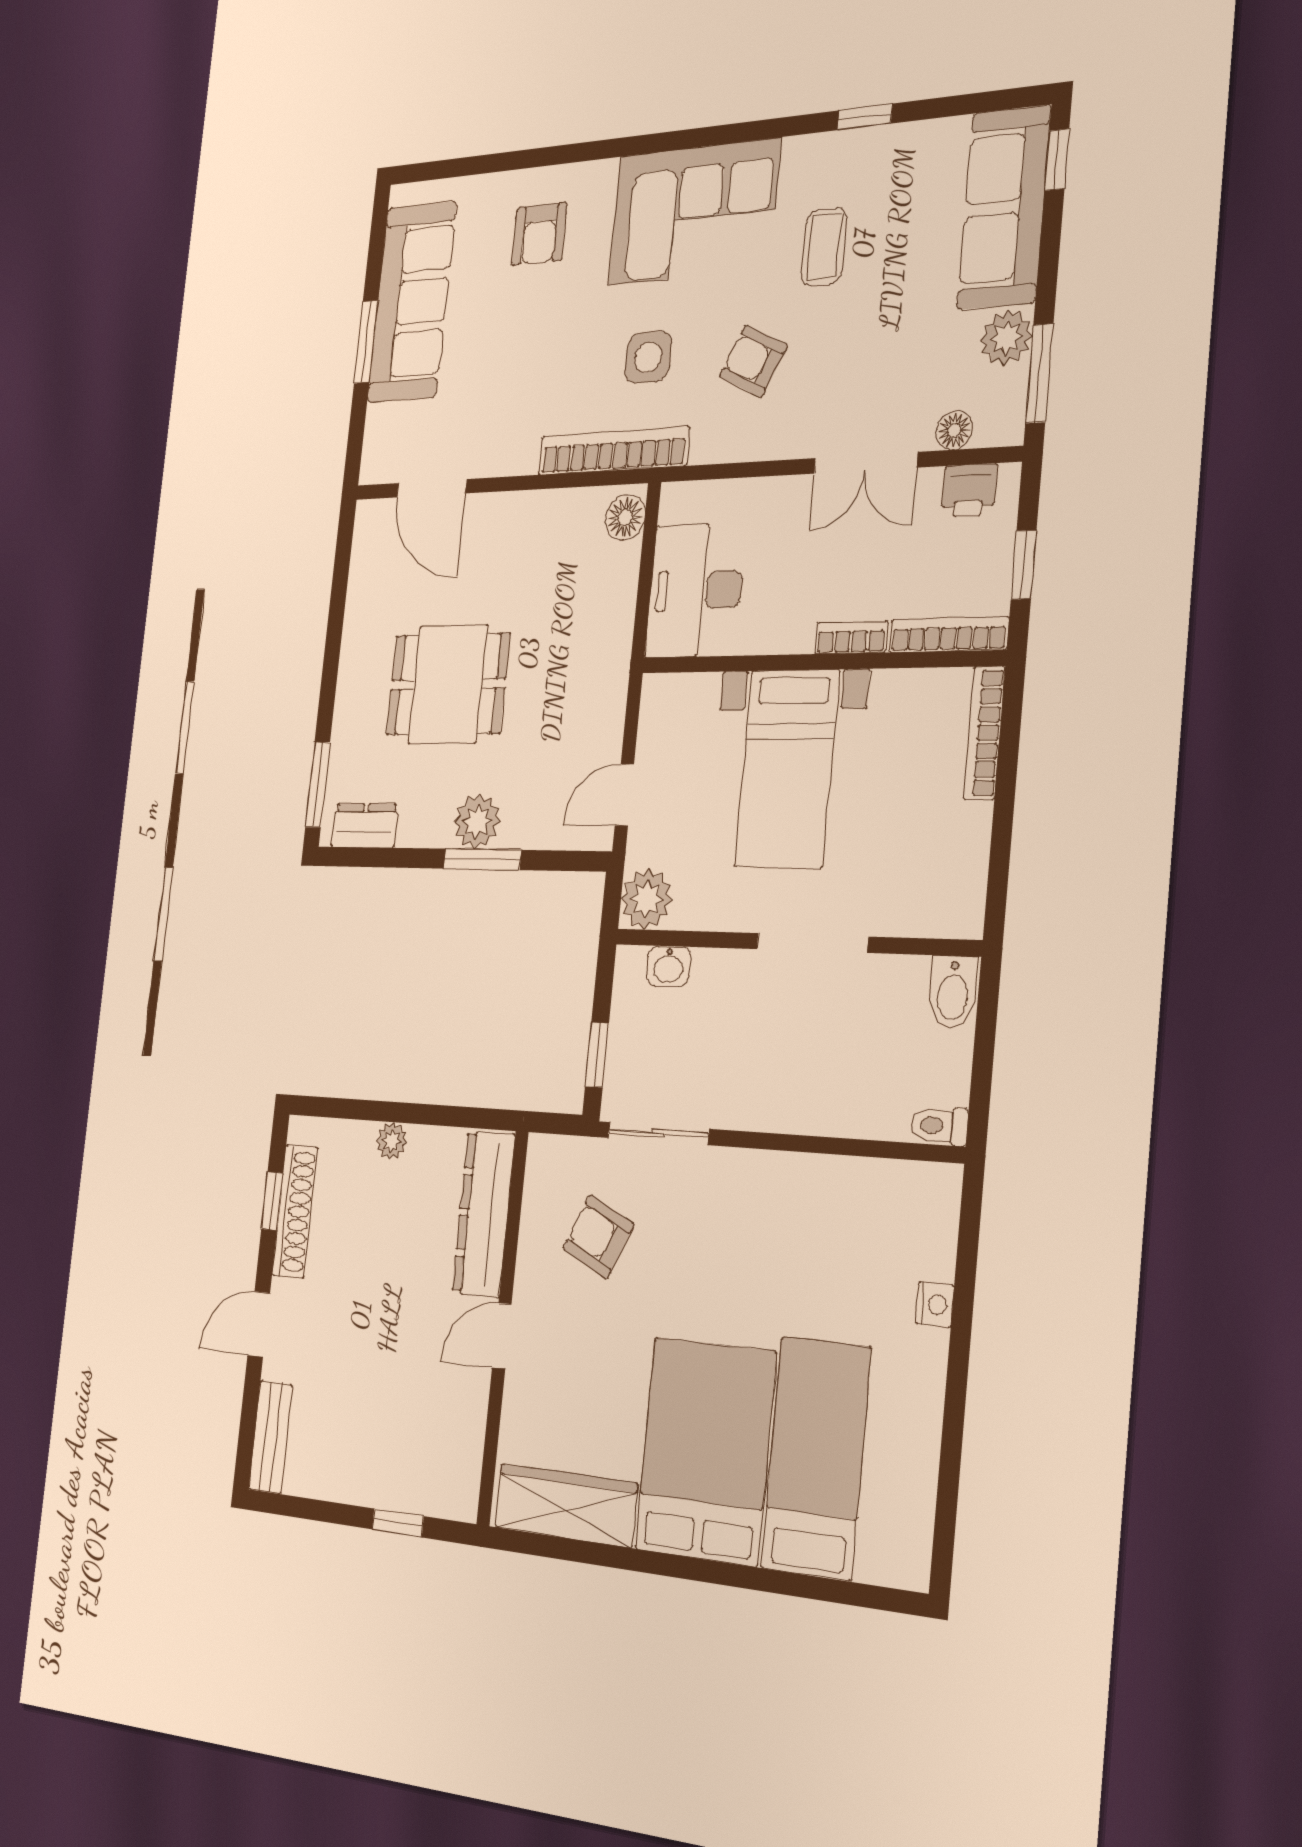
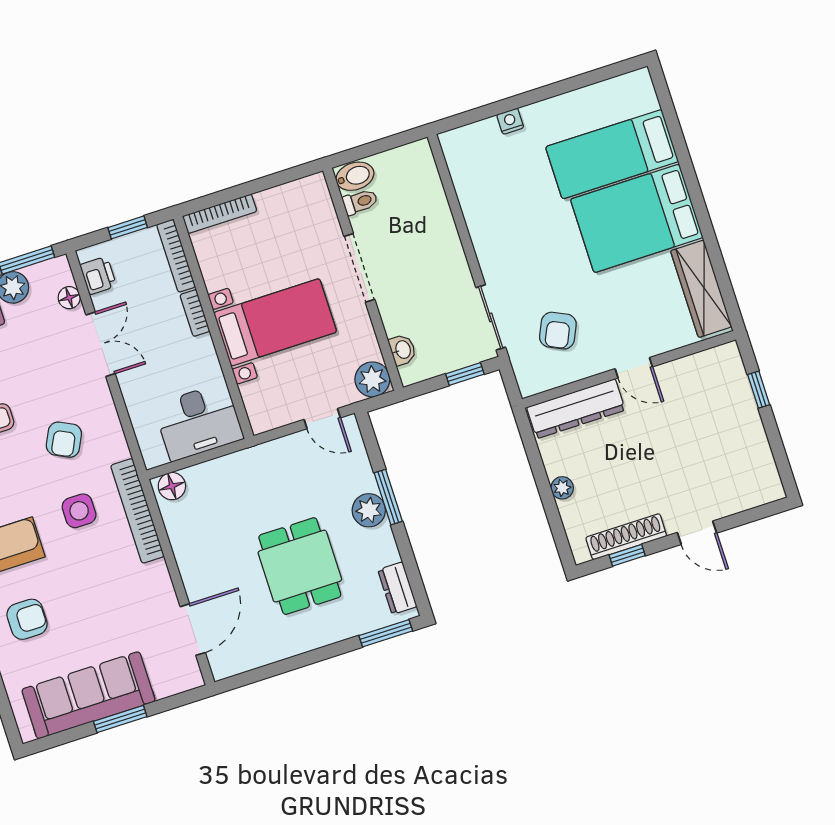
toilet: (939, 1126) -> (360, 202), moved, turned -90
bench: (271, 1437) -> (753, 496), removed

